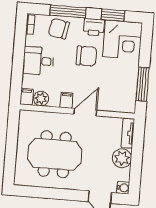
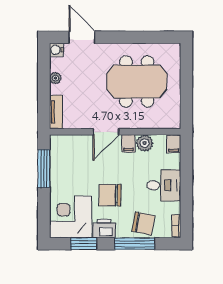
plant: (41, 99) -> (145, 143), moved
plant: (122, 158) -> (55, 78), width x0.53, depth x0.53

